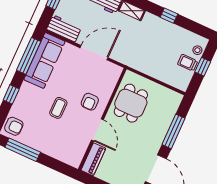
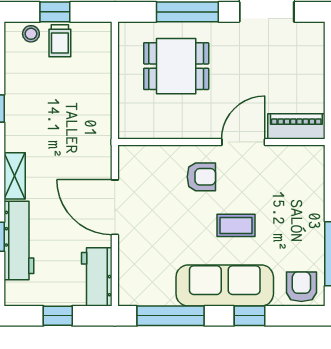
sofa: (44, 61) -> (225, 285), moved
dining table: (131, 103) -> (176, 66), moved

